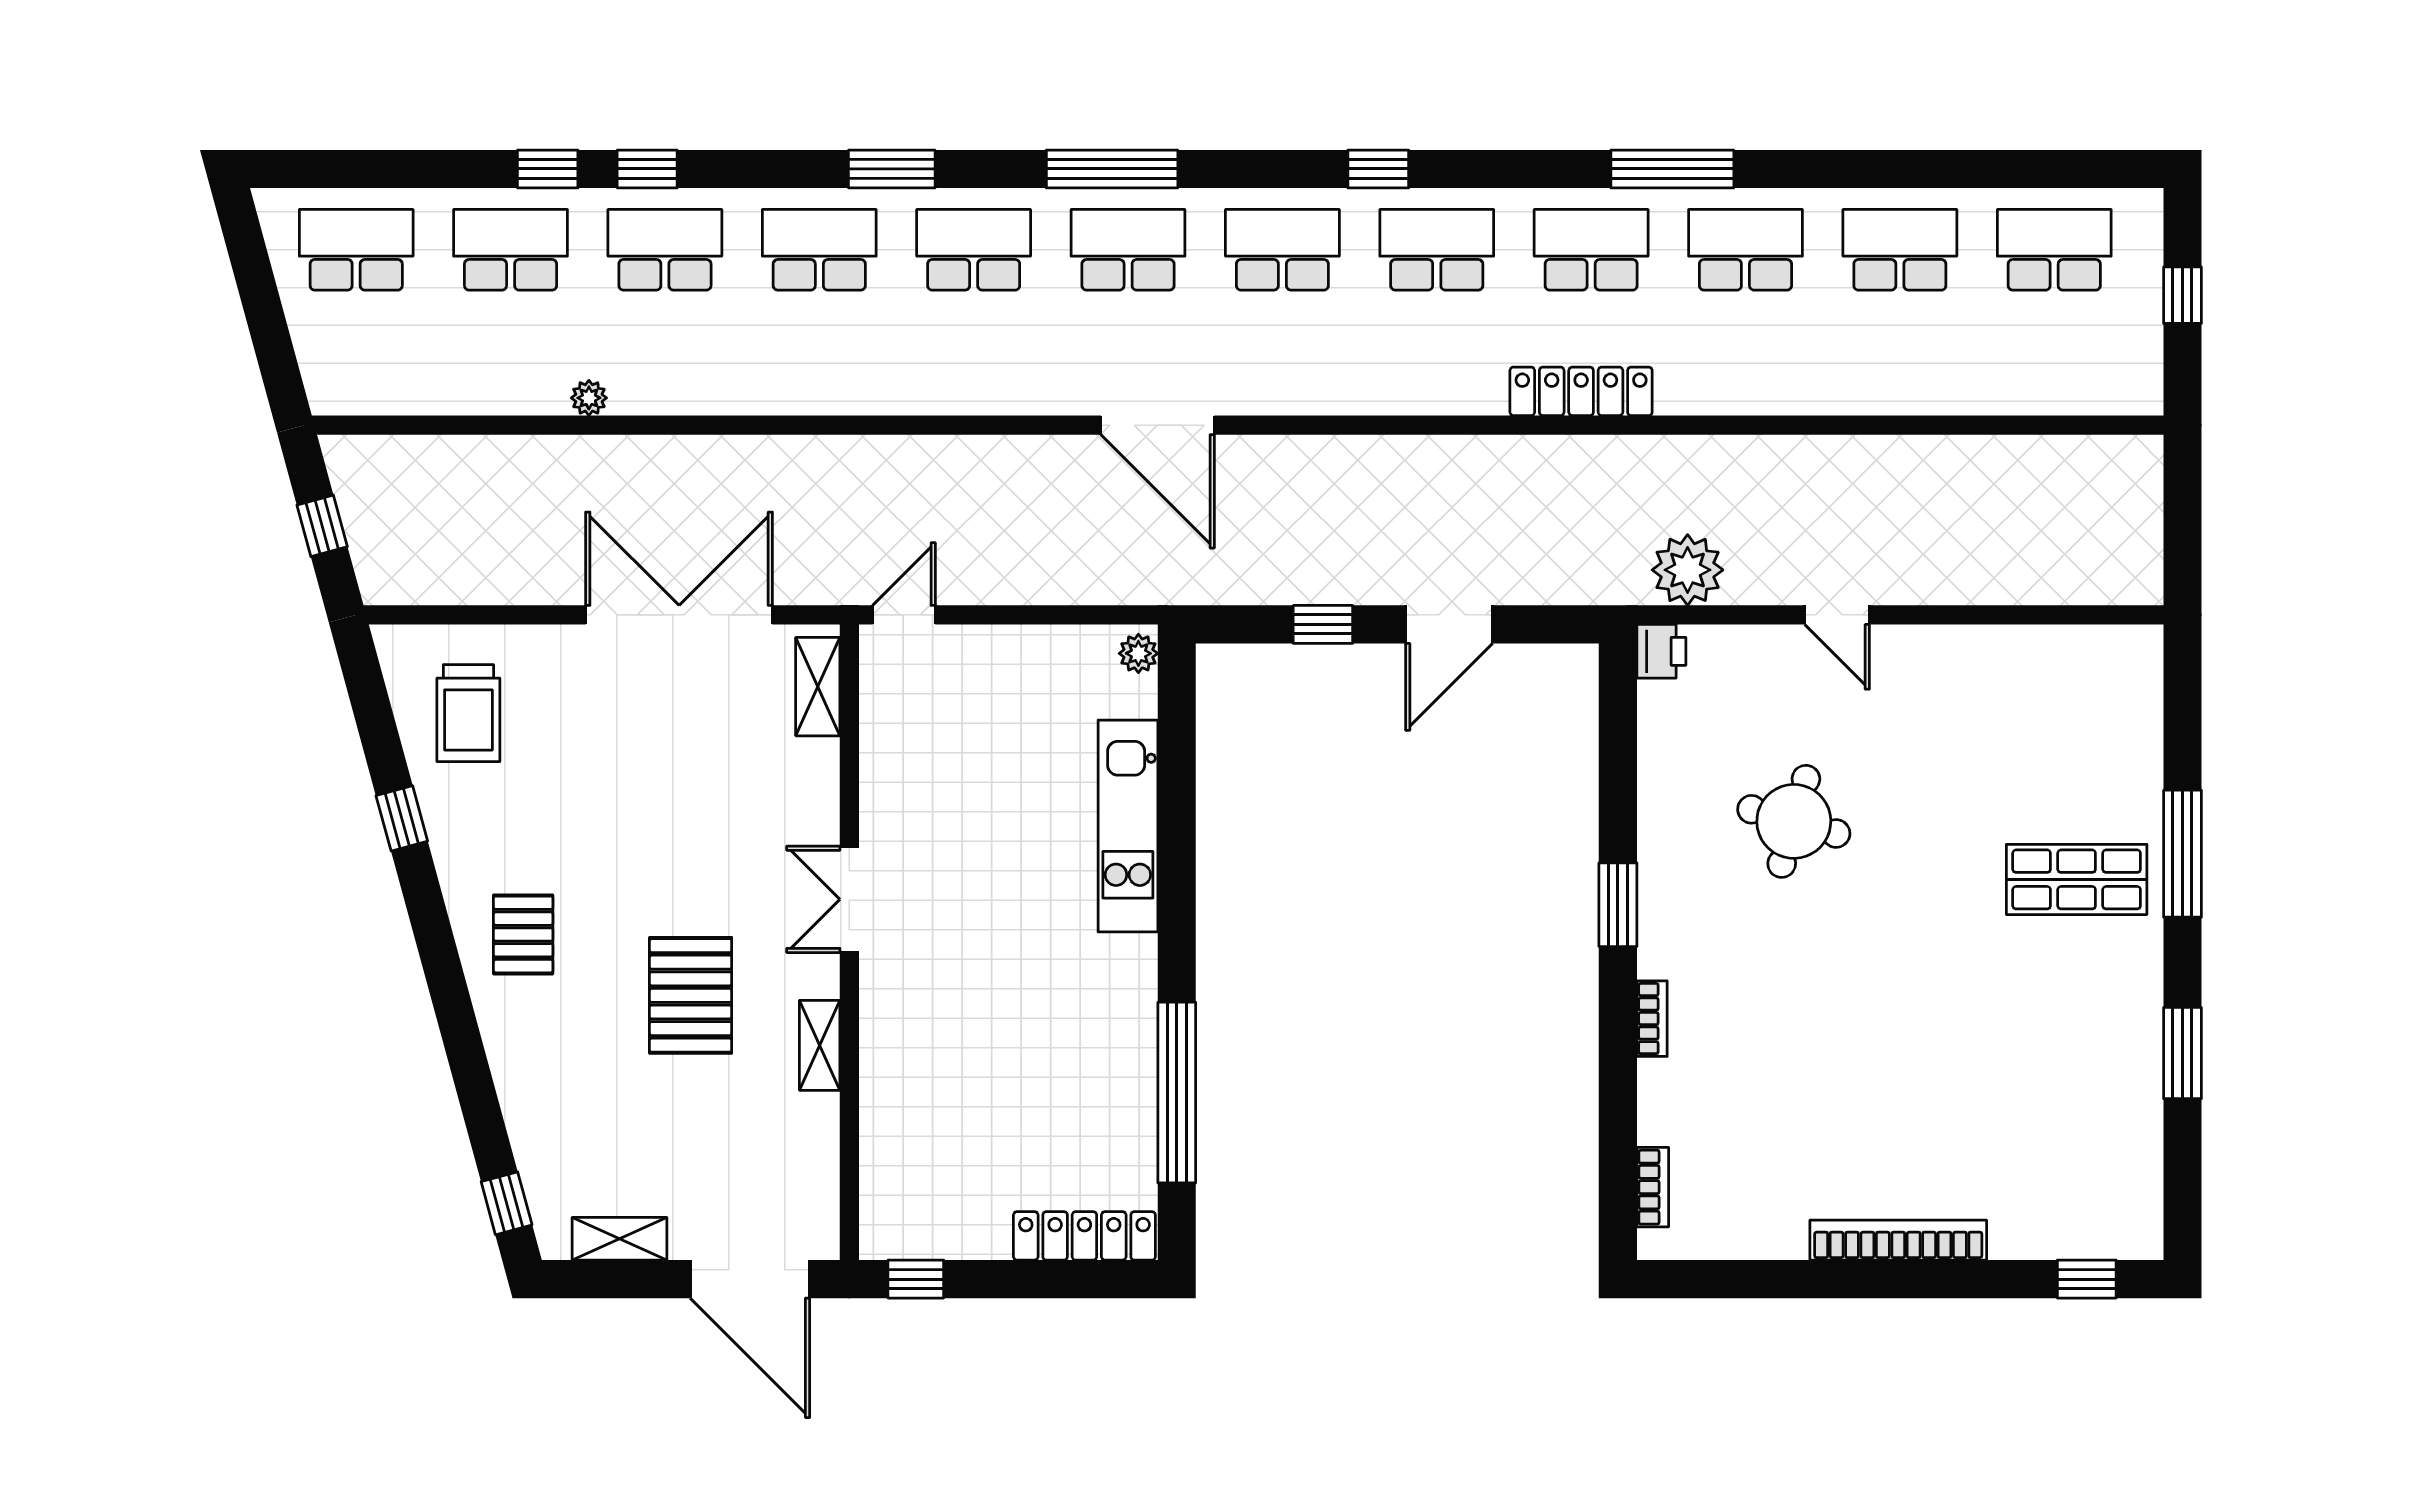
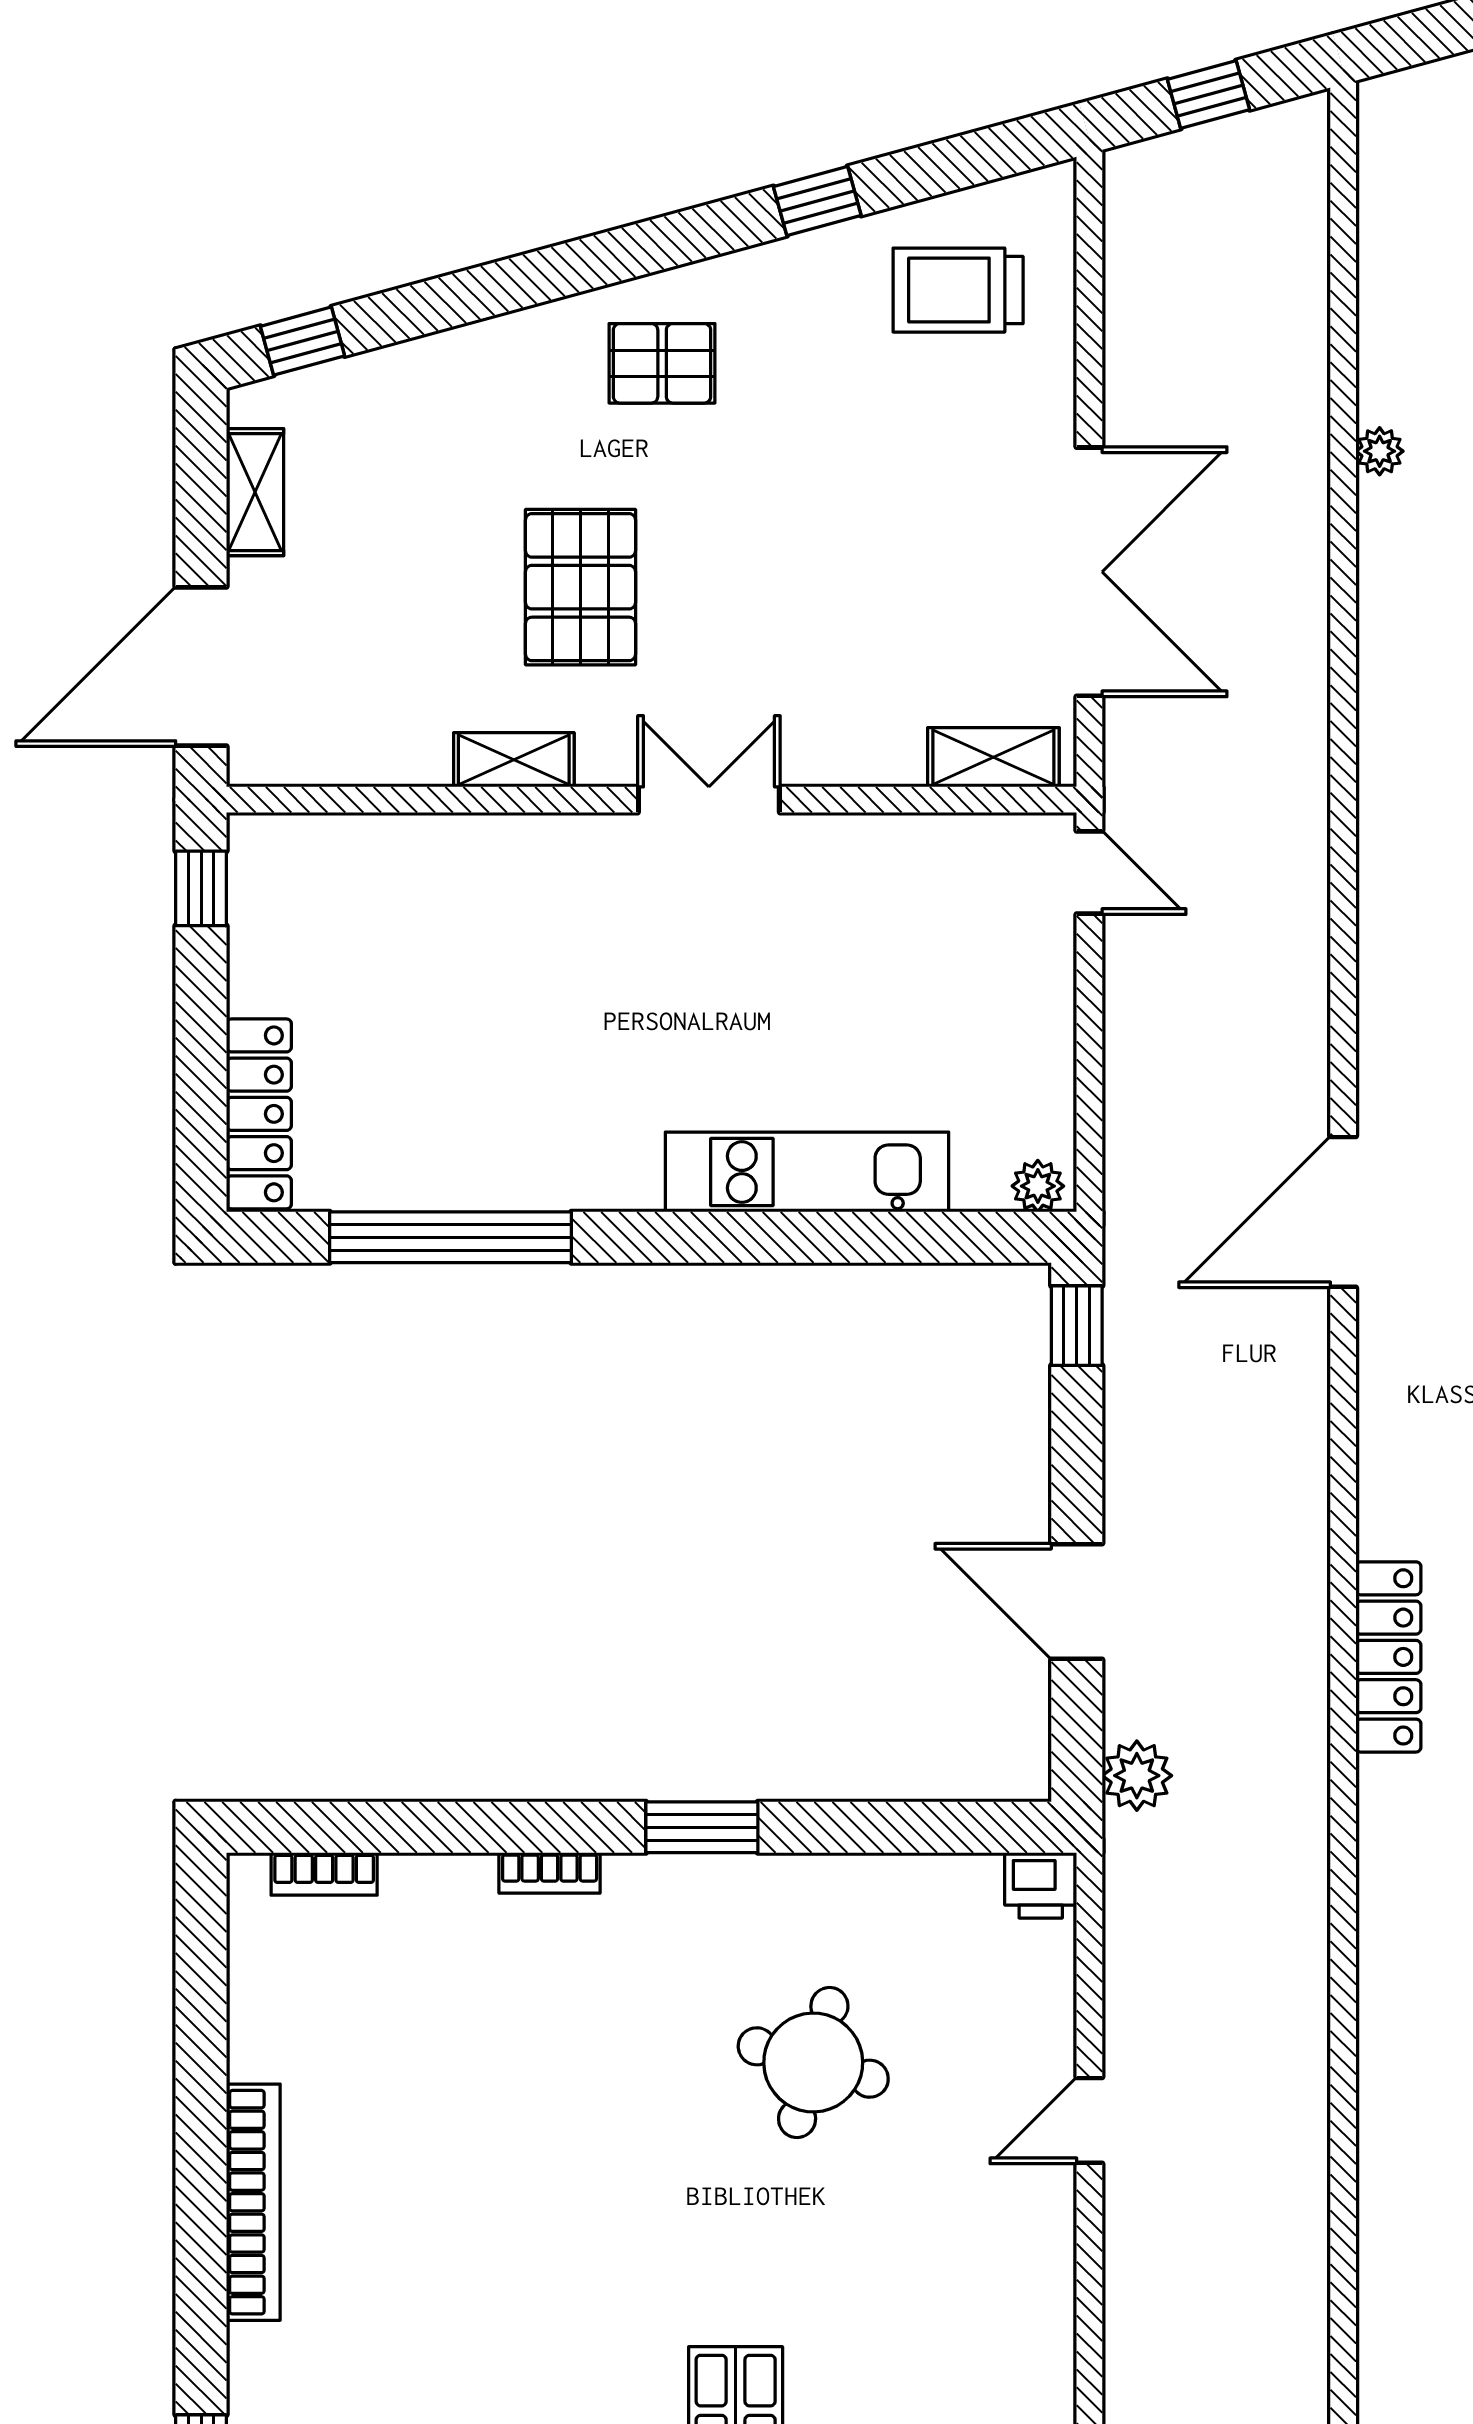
locker: (1581, 391) -> (1388, 1657), moved
plant: (1688, 570) -> (1137, 1776), moved, width x0.73, depth x0.73
window: (1323, 624) -> (1077, 1326), moved
pallet: (691, 995) -> (581, 587), turned 90

